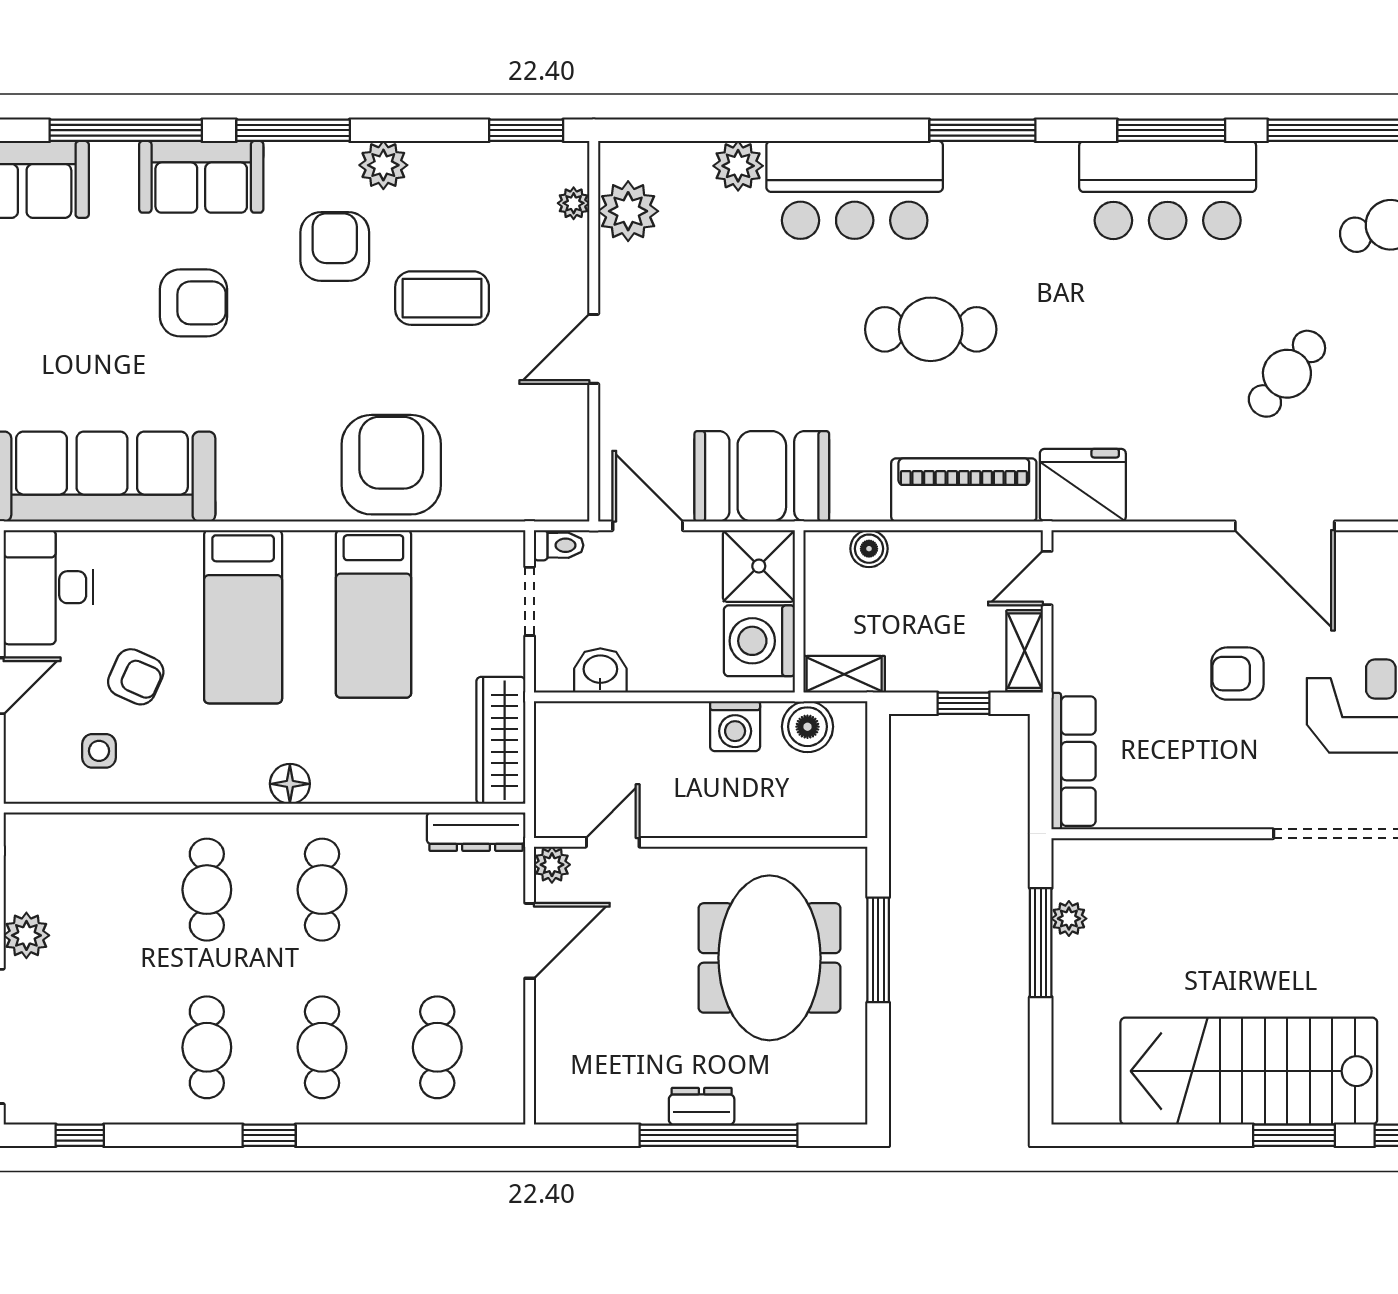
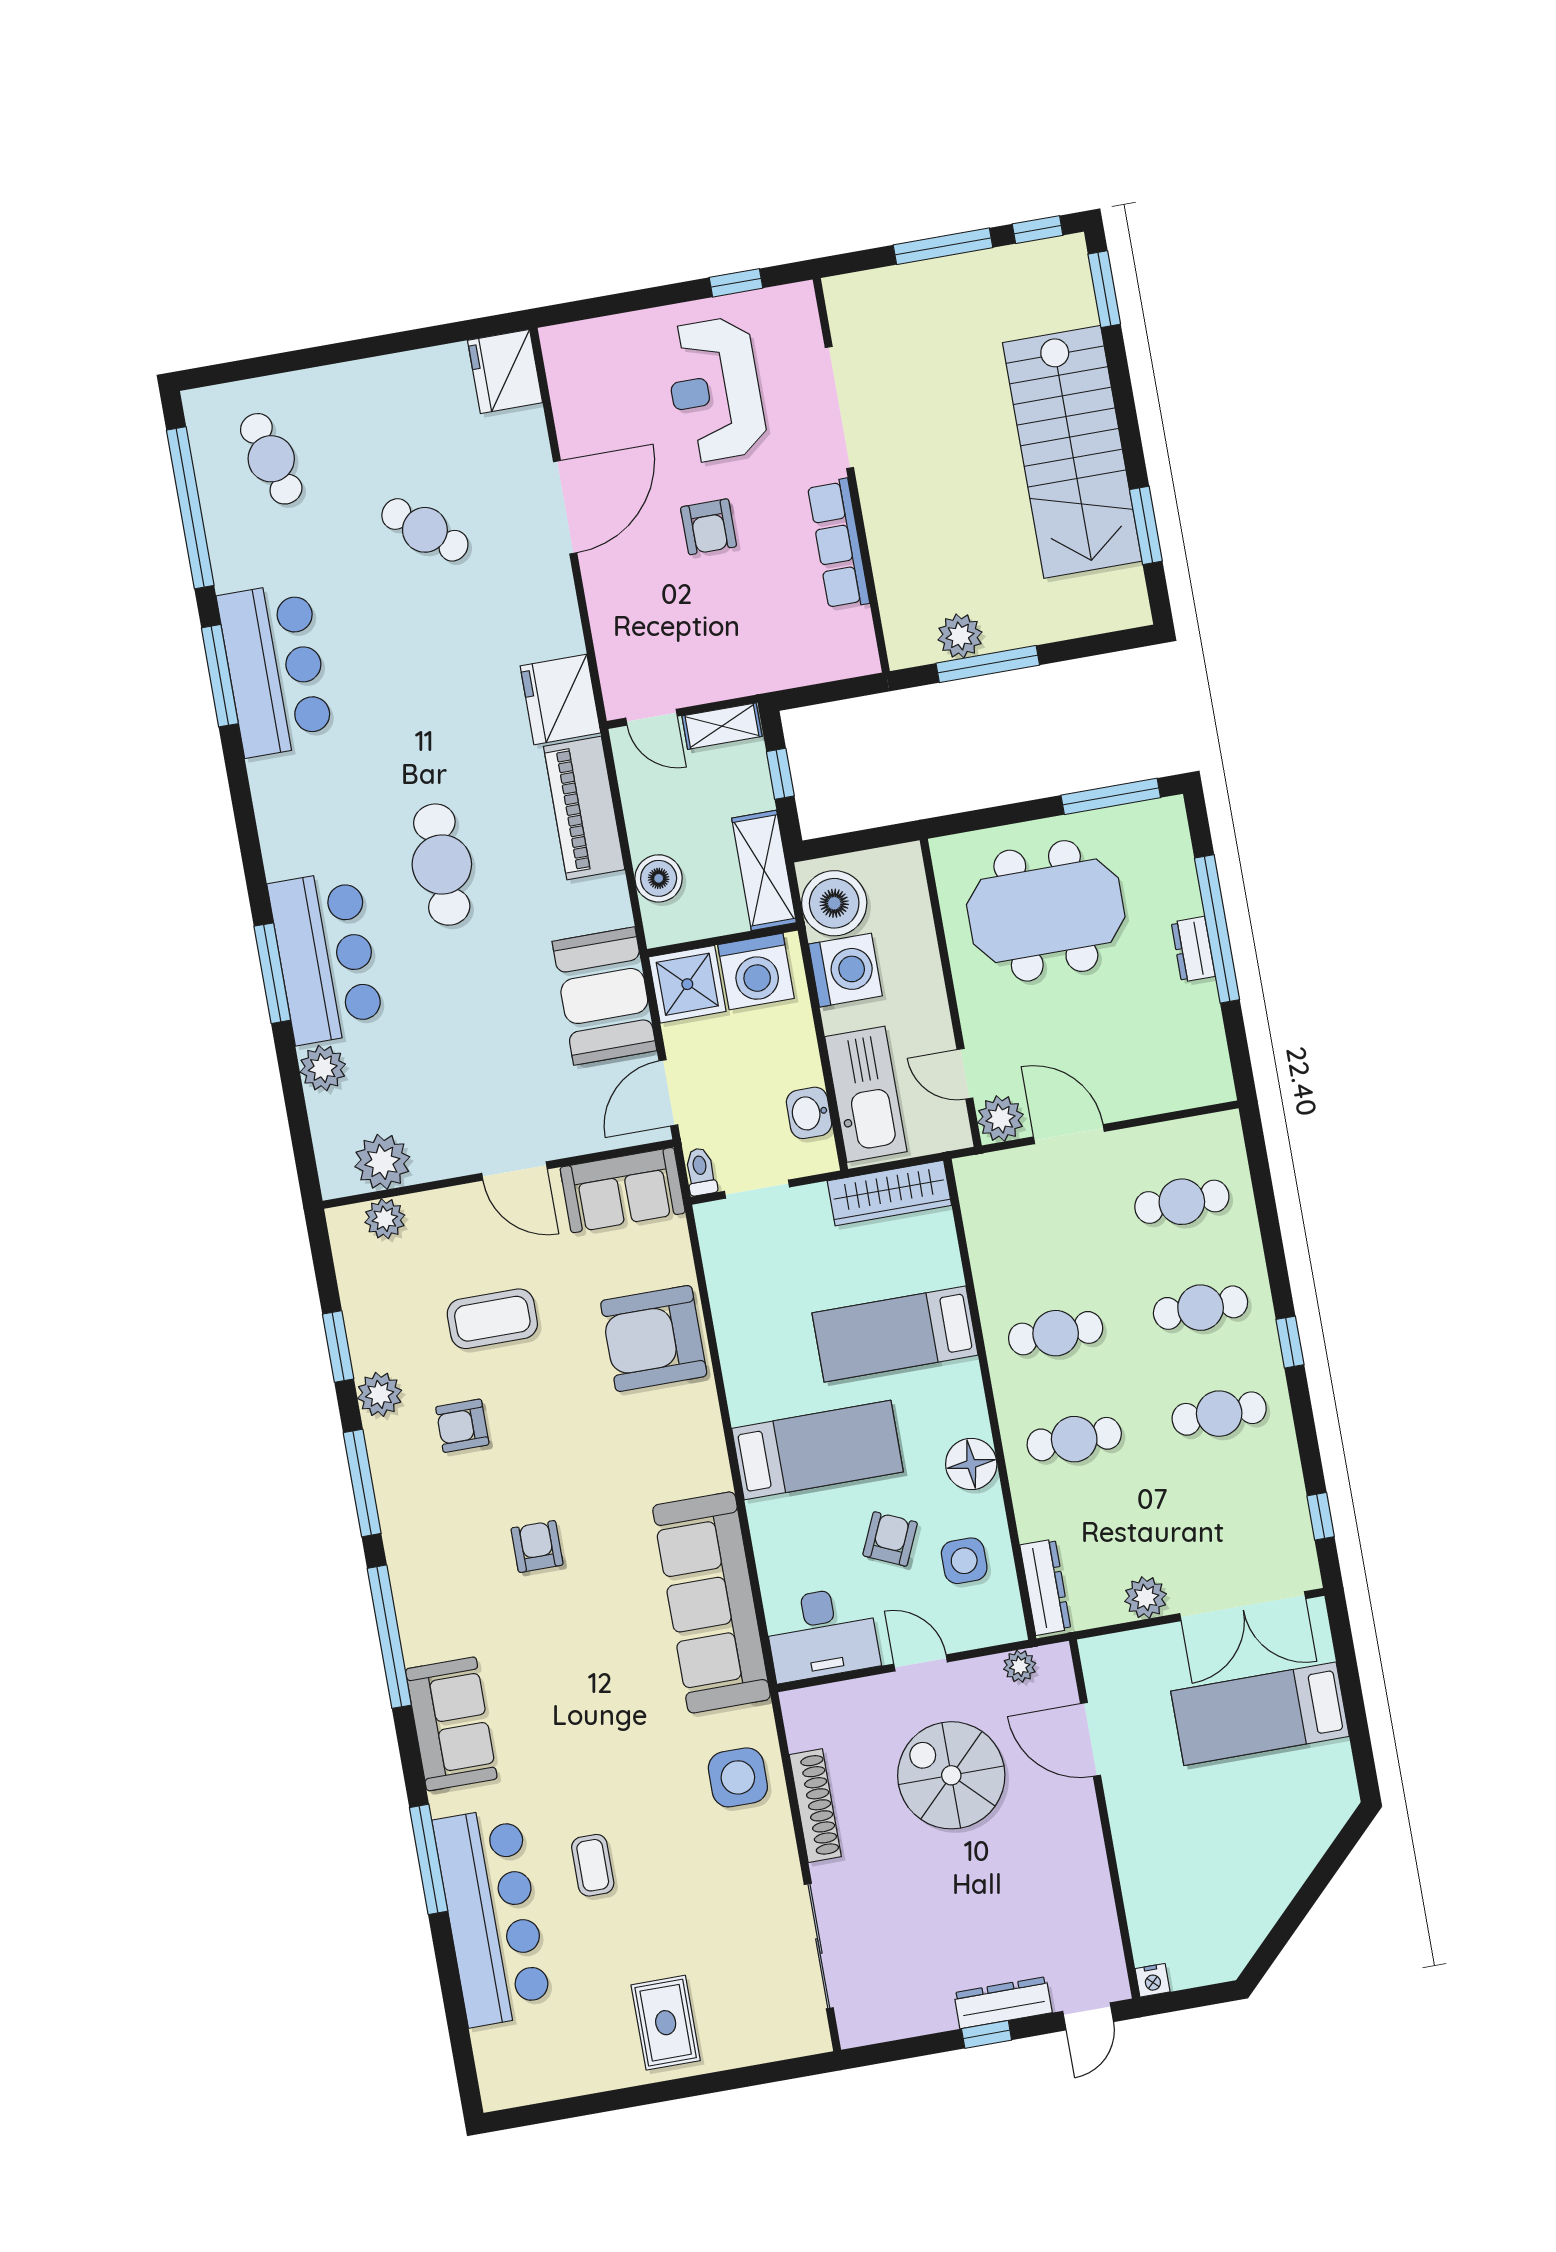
window: (526, 130) -> (338, 1347), moved
window: (982, 130) -> (272, 973), moved
sofa: (201, 177) -> (623, 1190), moved, turned 90
plant: (574, 203) -> (385, 1219), width x1.38, depth x1.38
armchair: (335, 247) -> (462, 1426), width x0.72, depth x0.72
coffee table: (442, 298) -> (492, 1319), turned 90
armchair: (193, 303) -> (537, 1546), width x0.72, depth x0.72
boiler: (869, 549) -> (659, 878), width x1.36, depth x1.36
bed: (373, 614) -> (895, 1334), moved, turned 180
shelving: (844, 674) -> (764, 870), width x1.50, depth x1.33
washing machine: (735, 726) -> (845, 970), width x1.37, depth x1.37
boiler: (807, 727) -> (834, 903), width x1.37, depth x1.37
kitchen sink: (610, 734) -> (866, 1094), added
side table: (99, 751) -> (964, 1561), width x1.37, depth x1.37
row of seats: (1073, 761) -> (838, 544), moved, turned -90
floor lamp: (290, 784) -> (971, 1464), moved, width x1.38, depth x1.38
dresser: (476, 832) -> (1045, 1587), moved
plant: (552, 865) -> (1001, 1119), width x1.38, depth x1.38
plant: (1069, 919) -> (960, 636), width x1.38, depth x1.38
window: (878, 950) -> (1111, 796), moved
window: (1294, 1135) -> (1146, 525), moved

